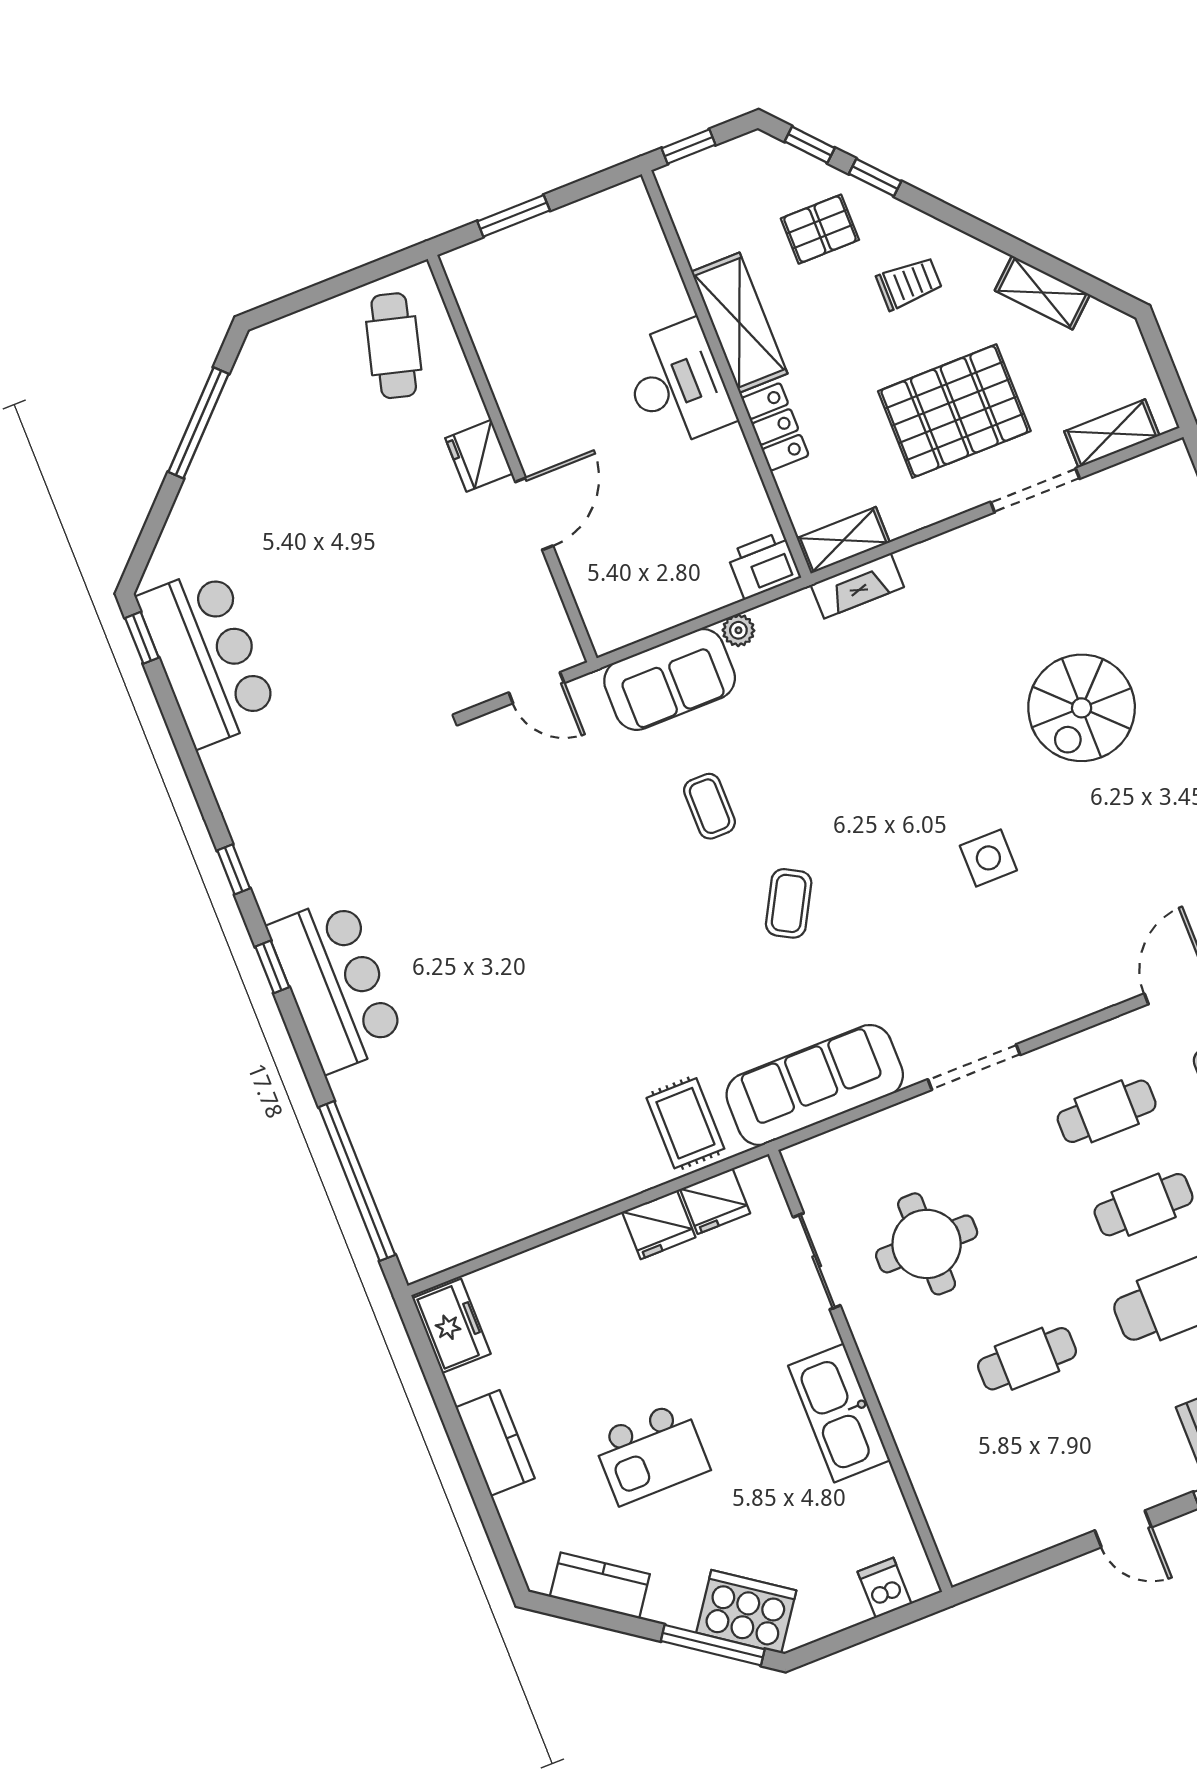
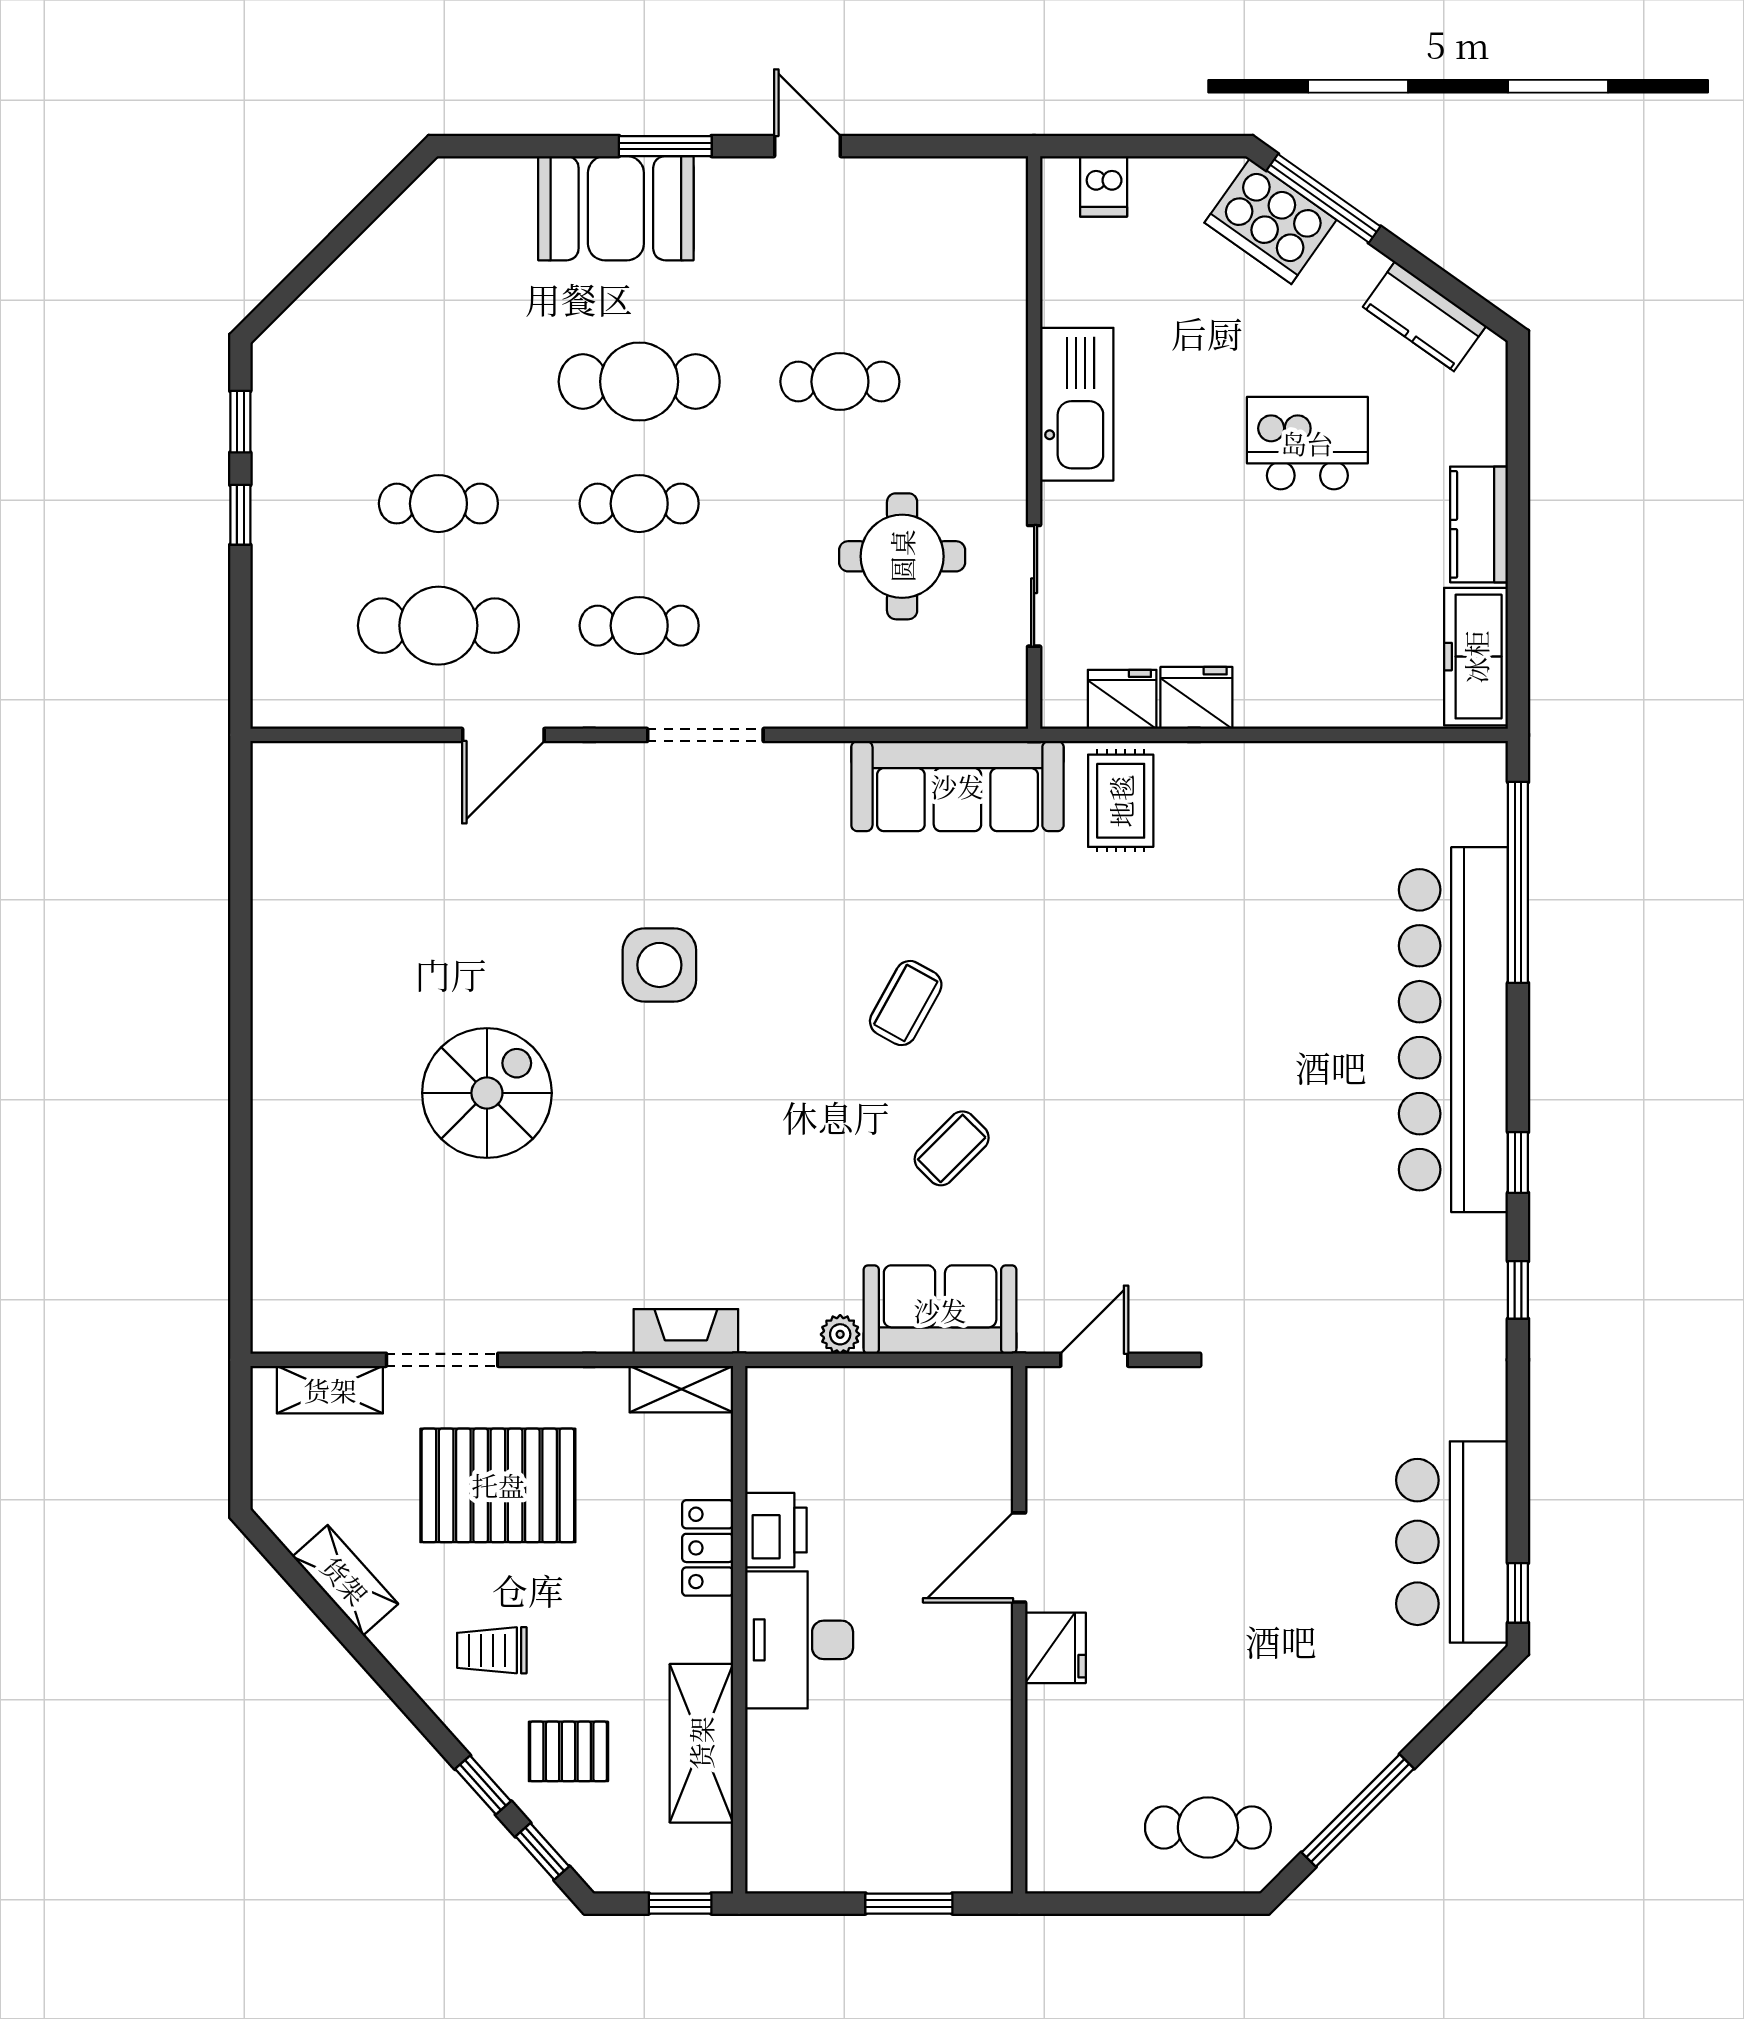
shelving: (739, 323) -> (701, 1743), moved
cafe table: (394, 346) -> (1208, 1828), moved, turned 75
printer: (764, 565) -> (776, 1530), moved, turned -90
door: (536, 688) -> (1094, 1360), hinge flipped
coffee table: (709, 806) -> (952, 1148), turned 45
side table: (988, 858) -> (659, 965), width x1.37, depth x1.37
bar counter: (336, 984) -> (1453, 1030), width x1.86
doorway: (974, 1067) -> (705, 735), moved
freezer: (451, 1326) -> (1476, 657), width x1.40

